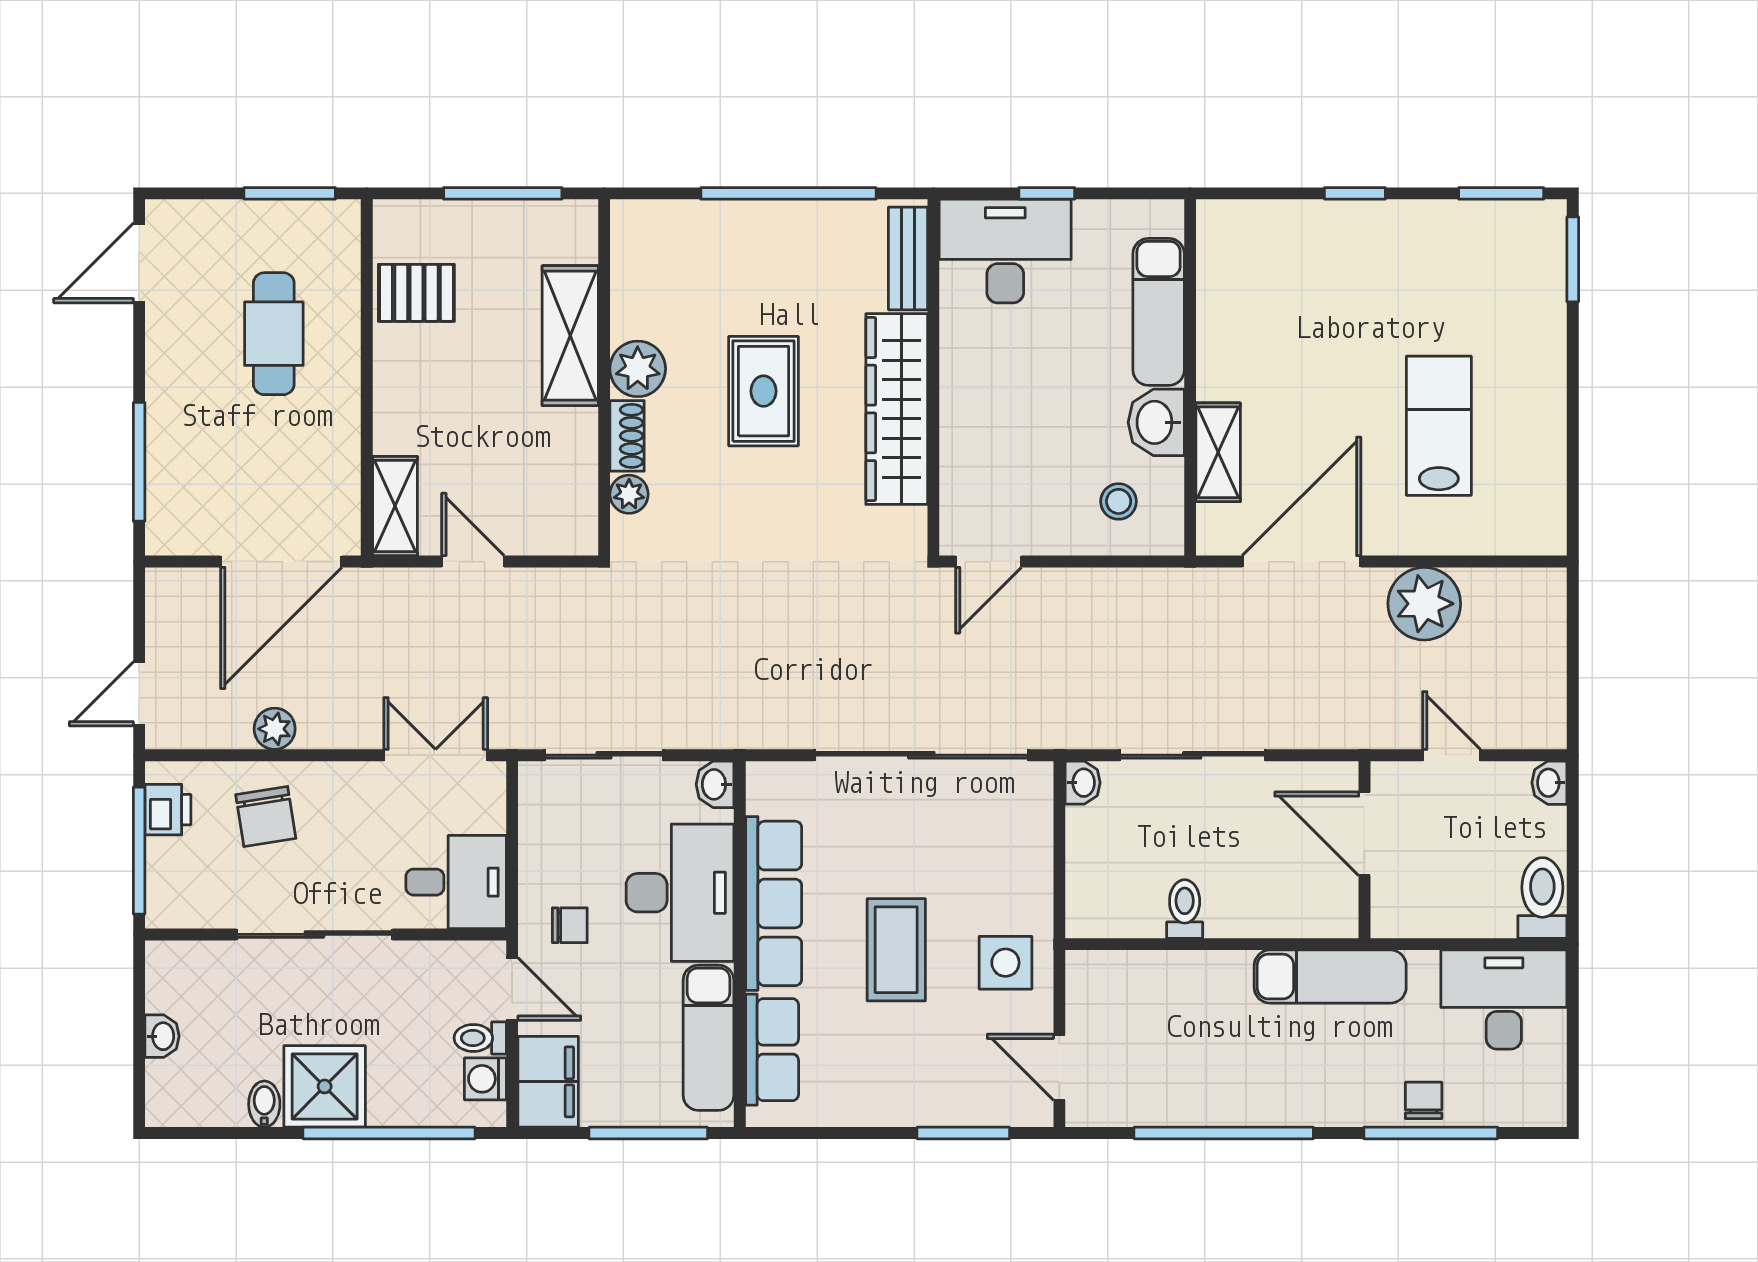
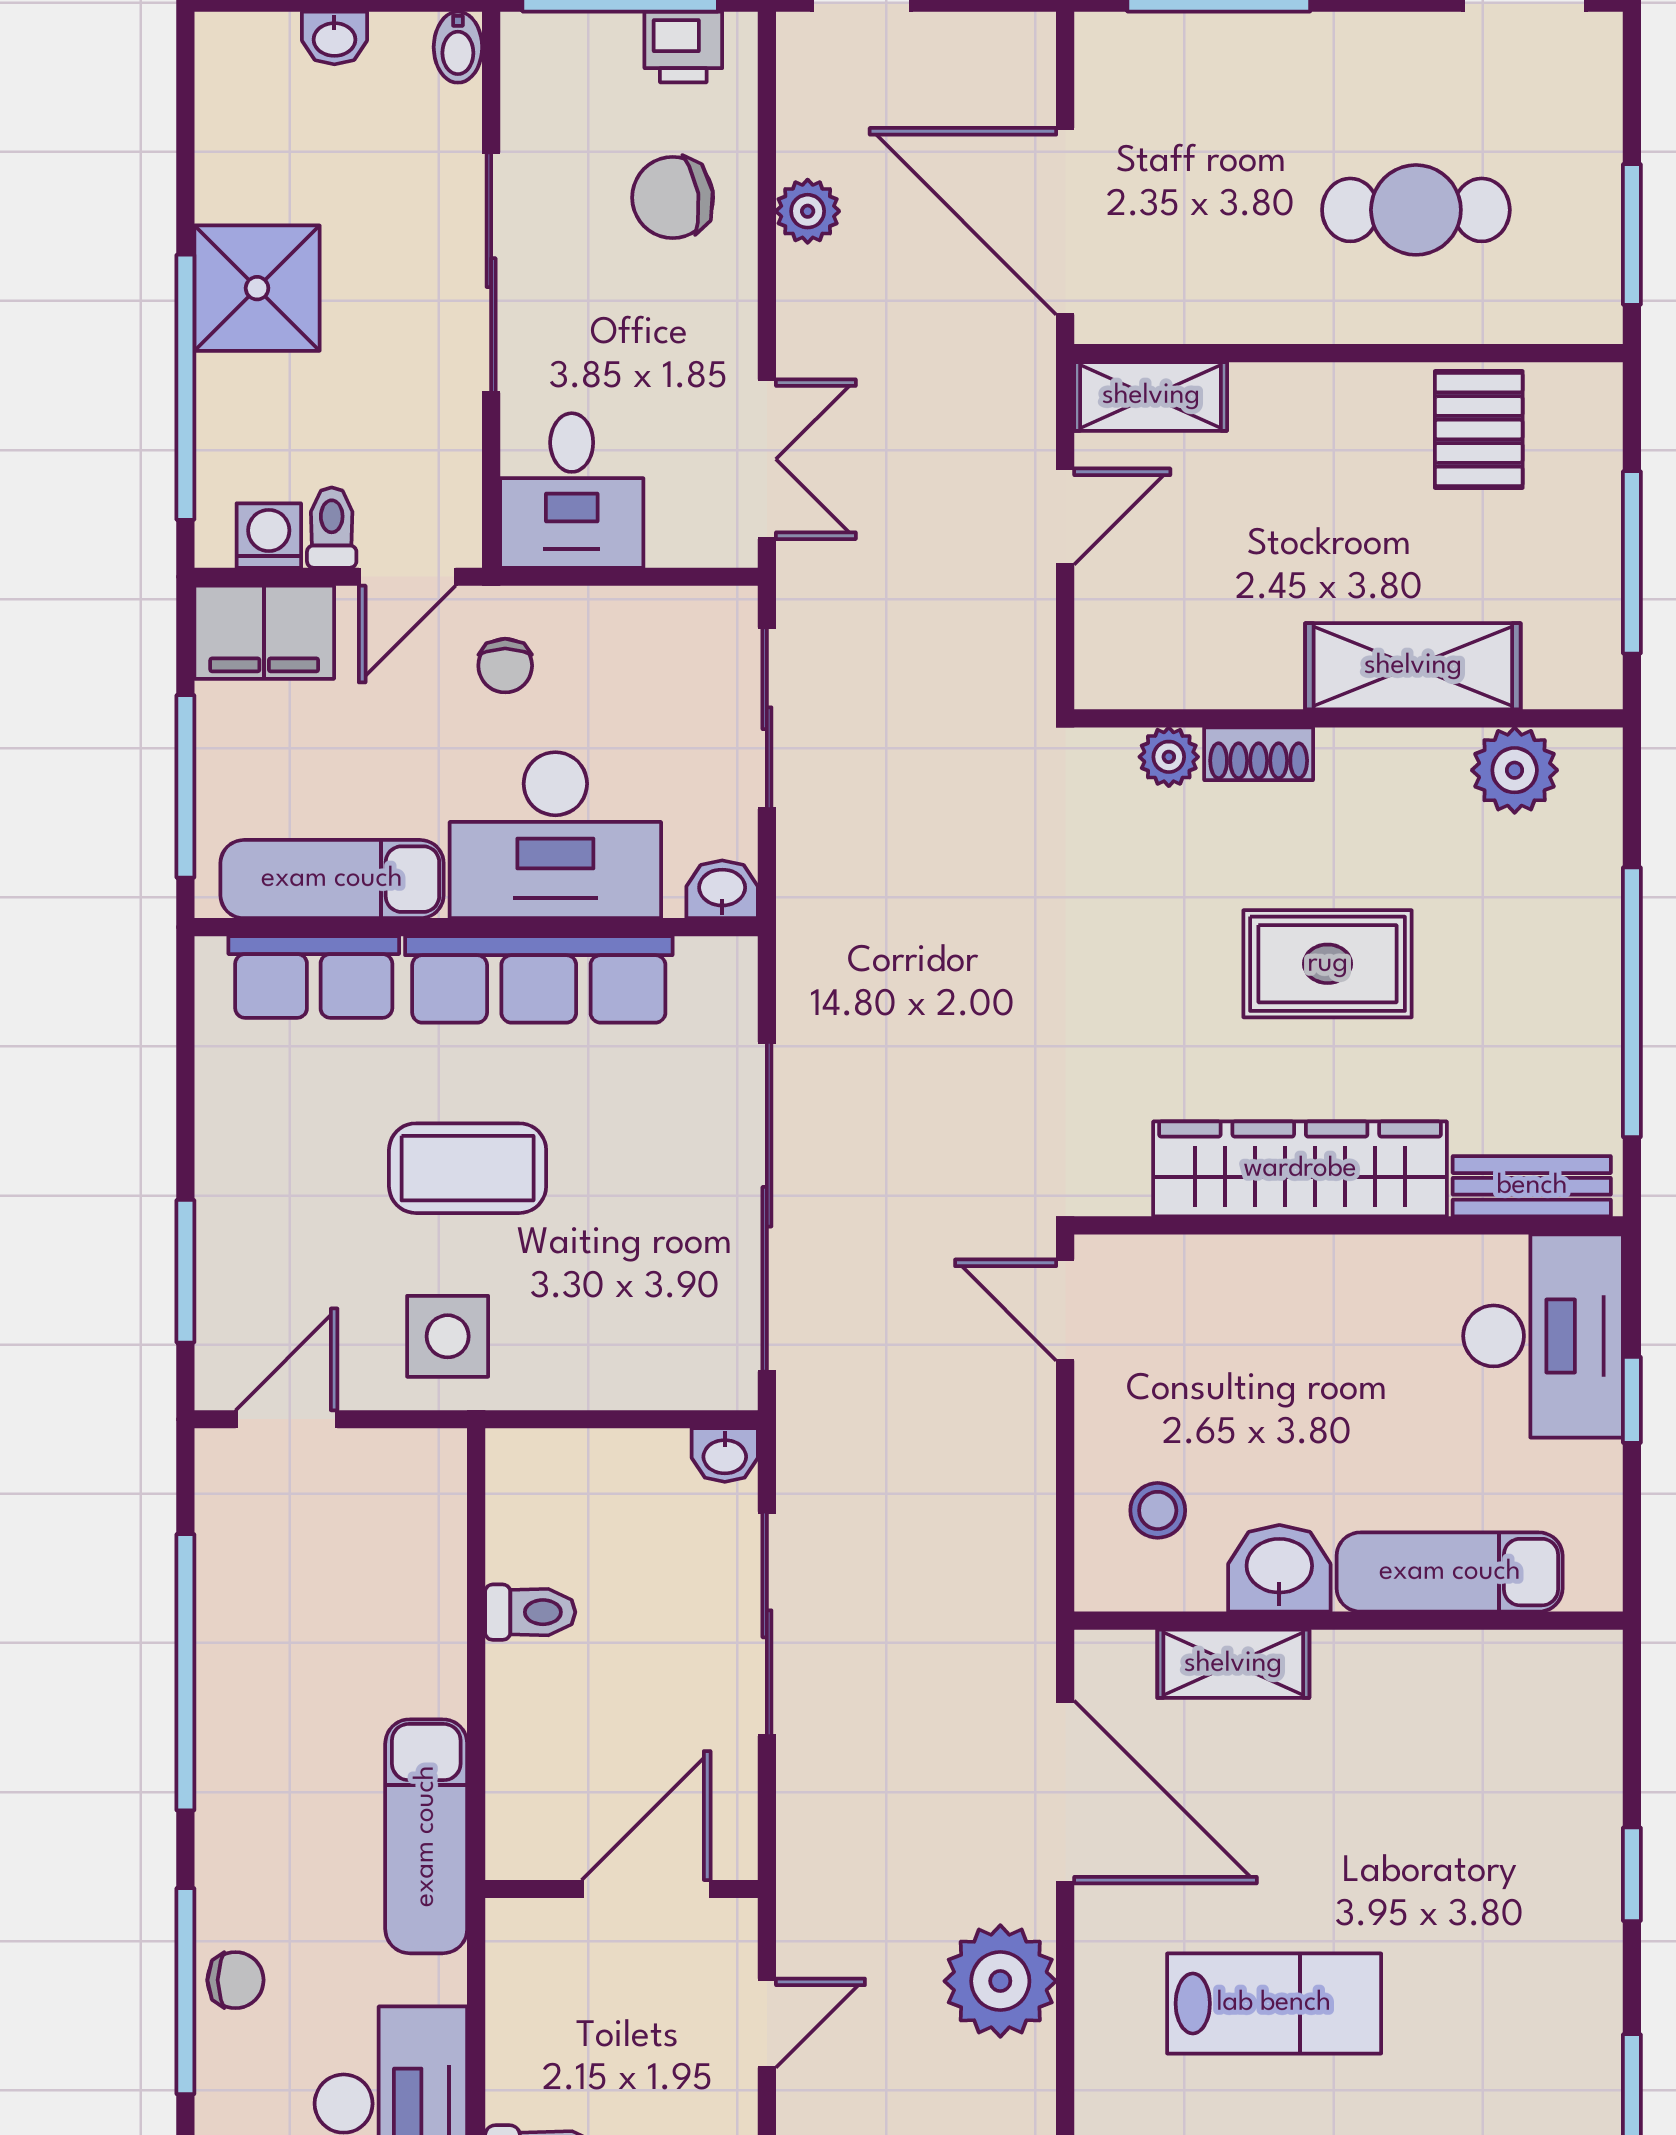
plant: (638, 369) -> (1515, 770), moved
bidet: (264, 1104) -> (458, 47), moved, turned 90

